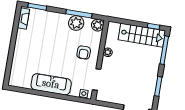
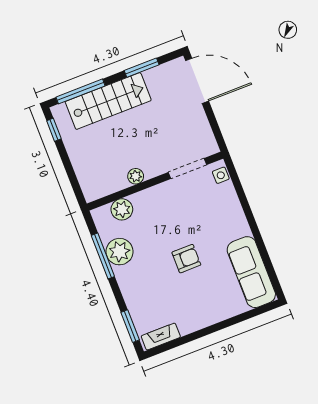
plant: (98, 25) -> (122, 209), moved
stairs: (142, 35) -> (108, 101), moved, turned 90
armchair: (84, 53) -> (186, 259), moved
sofa: (51, 84) -> (251, 272), moved

